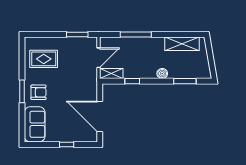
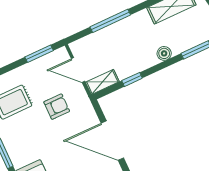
door: (98, 58) -> (78, 70), swing flipped
armchair: (39, 92) -> (57, 107), moved

